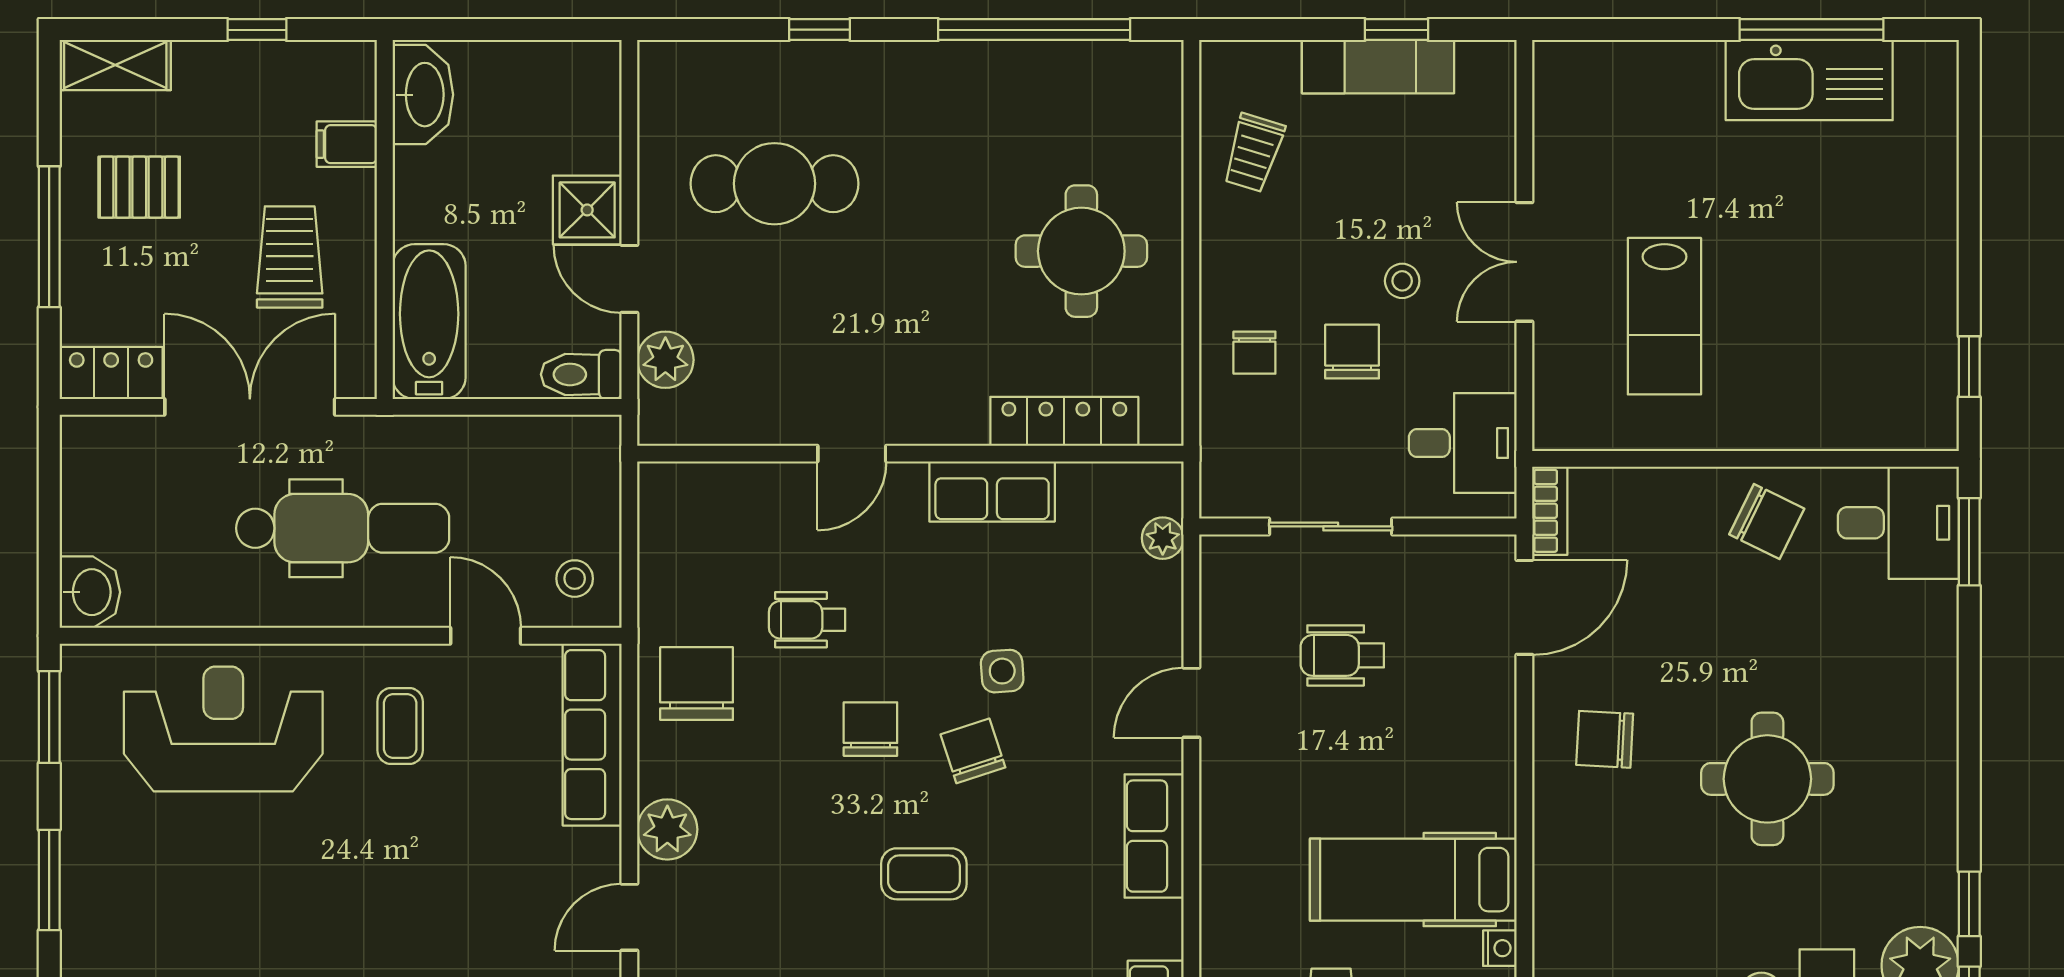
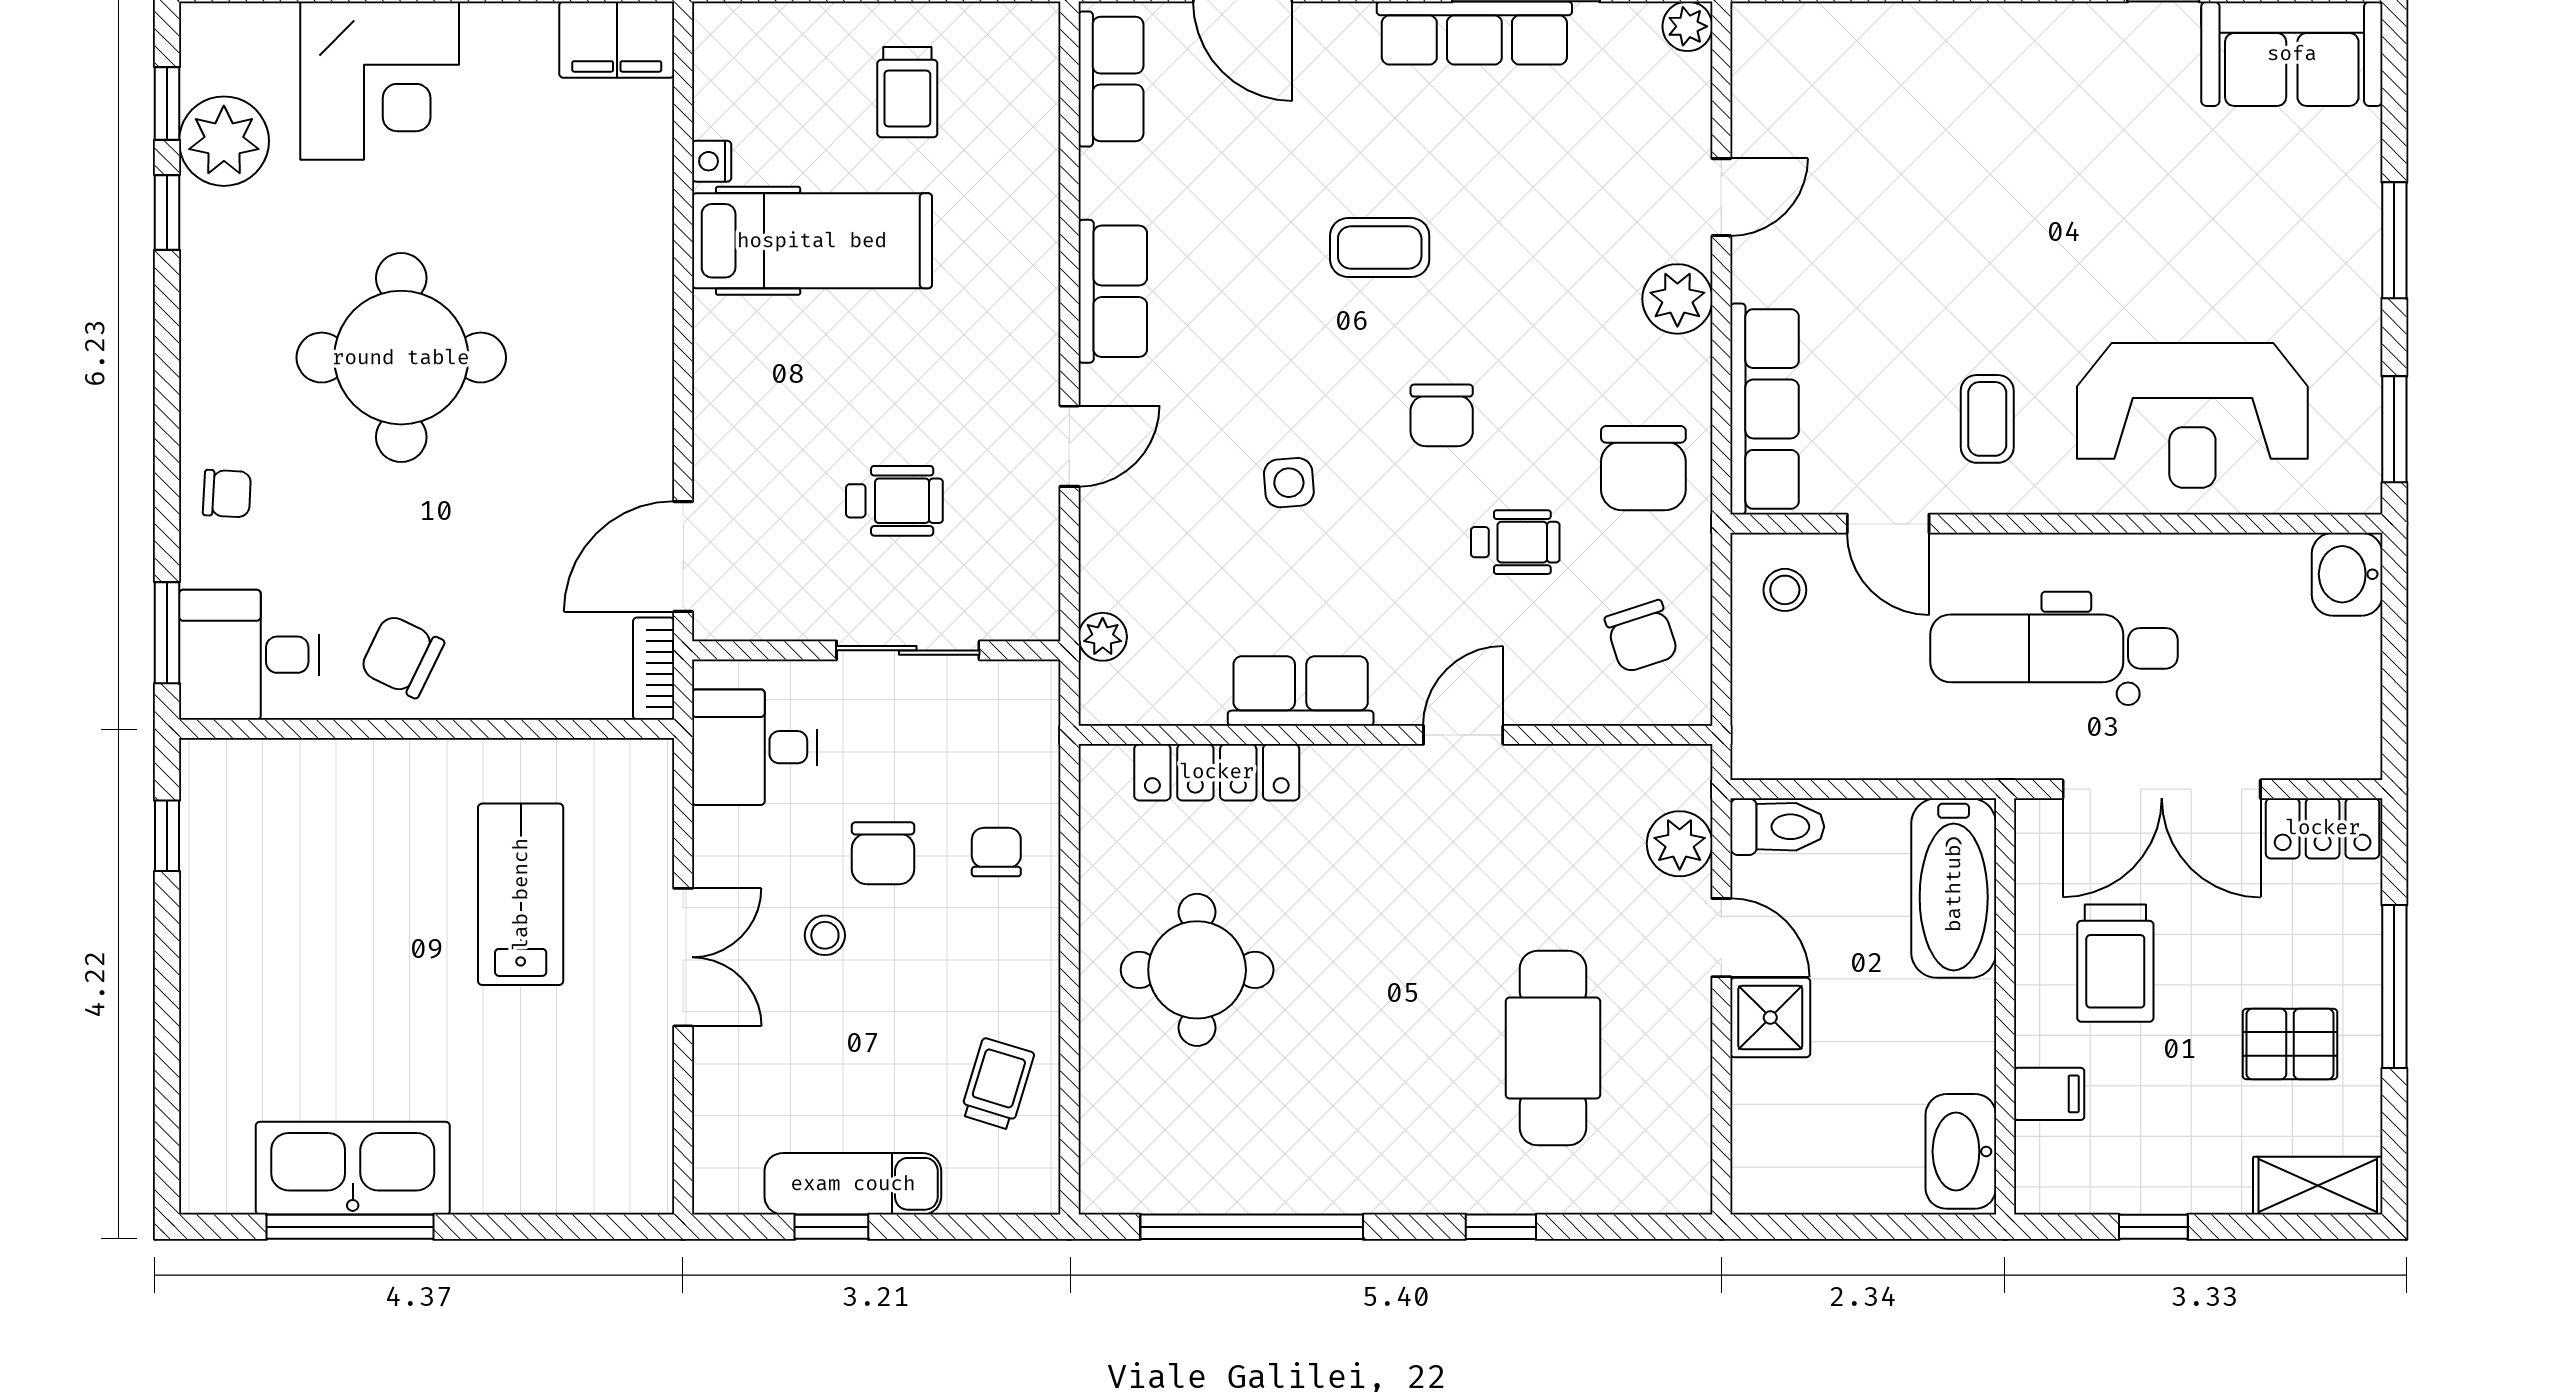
cafe table: (774, 184) -> (1553, 1048), turned 90
chair: (1605, 739) -> (227, 494), moved, width x0.73, depth x0.73
chair: (973, 751) -> (1641, 636), moved
round table: (1767, 779) -> (401, 358), width x1.36, depth x1.36

